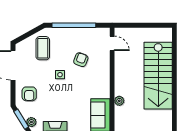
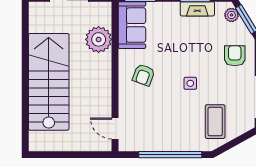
armchair: (81, 60) -> (144, 75), moved
plant: (119, 101) -> (99, 39), width x1.87, depth x1.87

